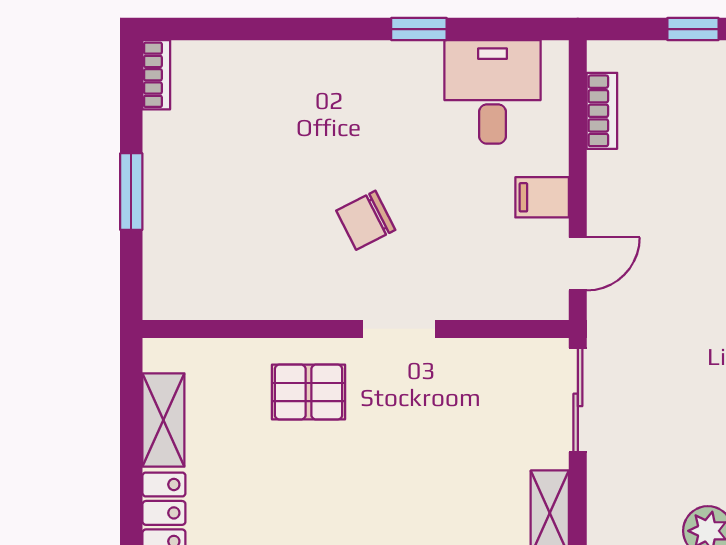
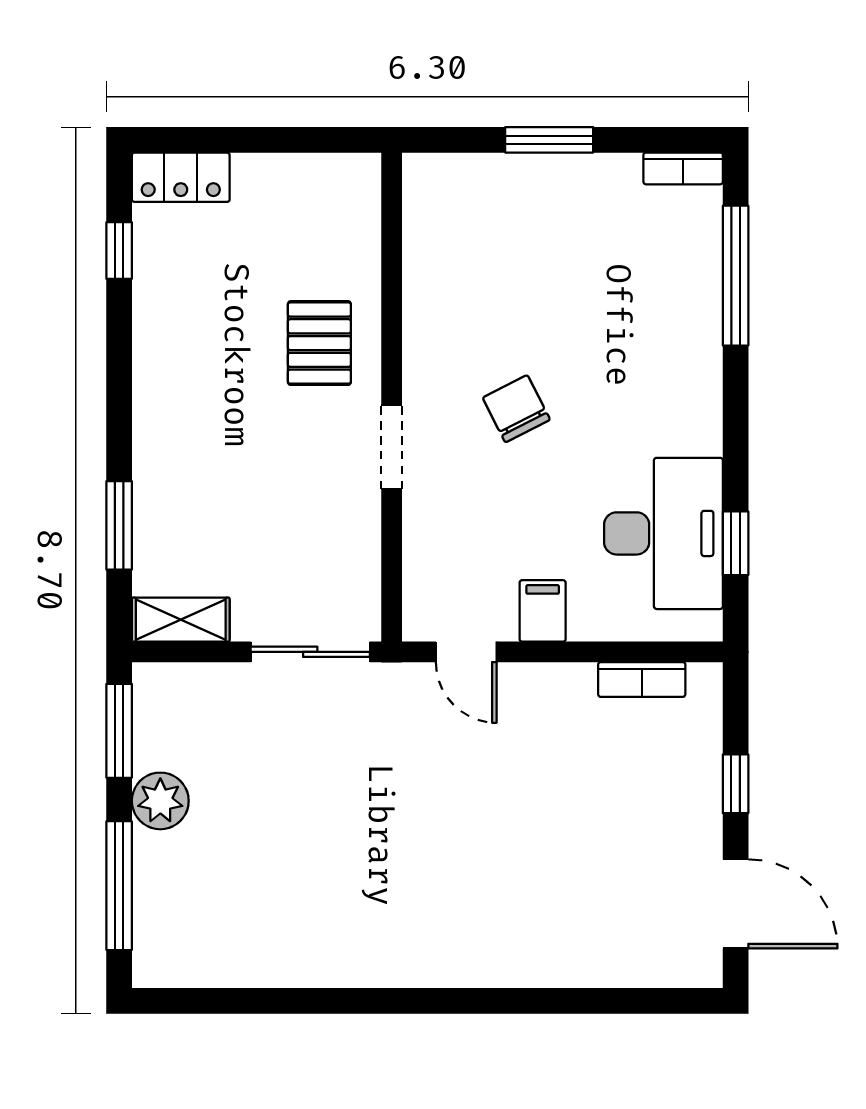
window: (250, 29) -> (736, 276), added
window: (419, 29) -> (736, 543), moved
desk: (492, 92) -> (663, 533), width x1.37
shelving: (163, 420) -> (287, 177), removed

